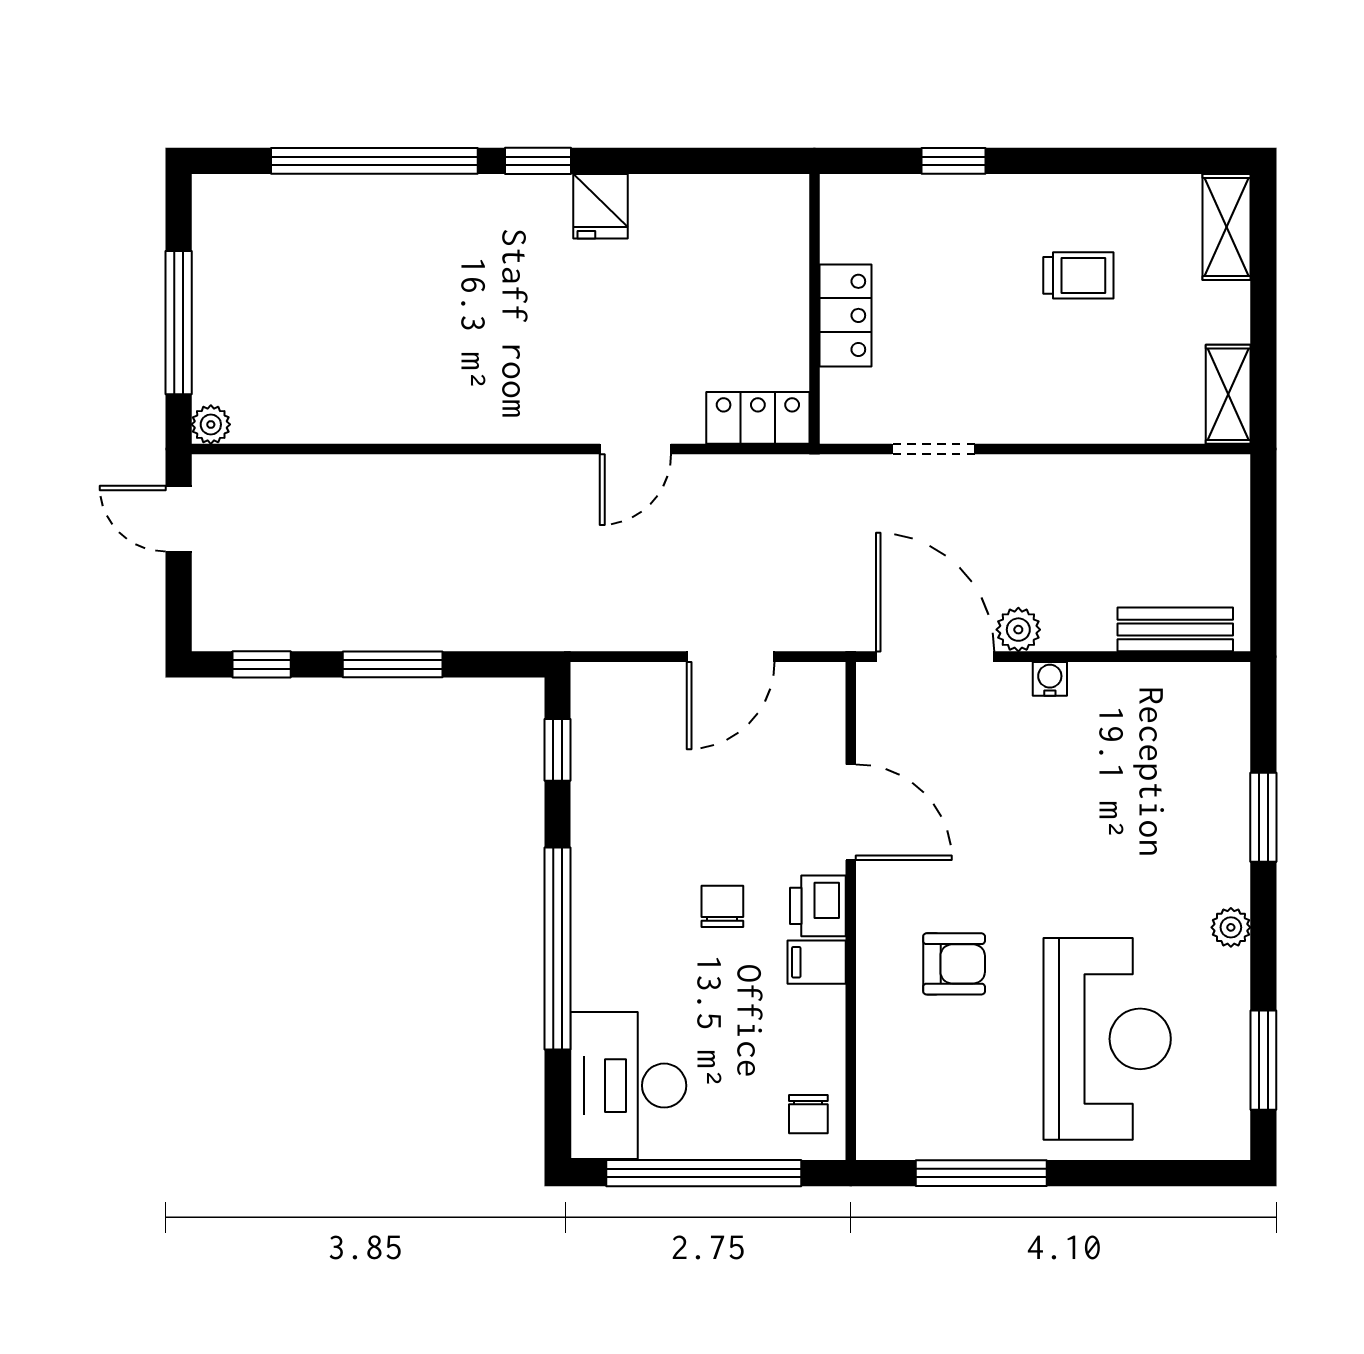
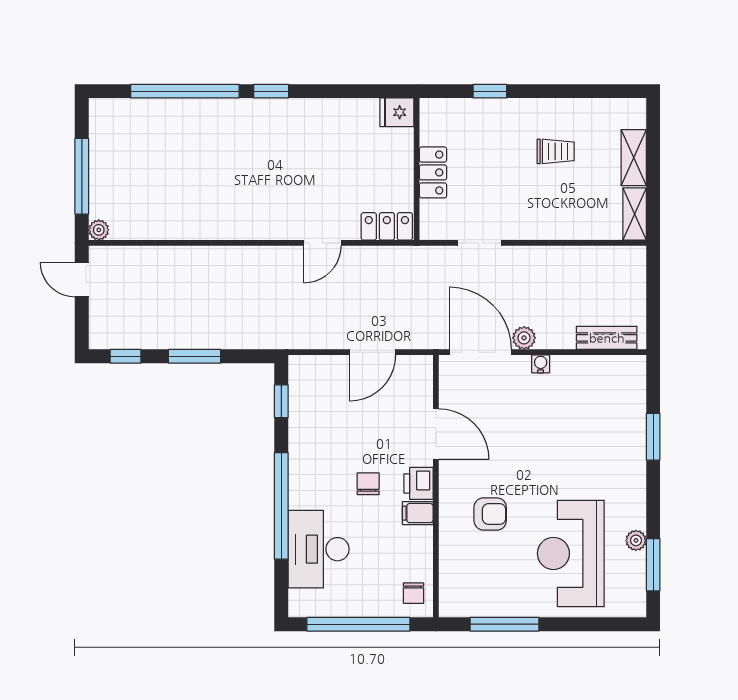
fridge: (600, 206) -> (397, 112), moved, turned 90
shelving: (1227, 227) -> (634, 158), moved
plant: (1231, 927) -> (636, 540), moved
reception desk: (1107, 1039) -> (571, 553), turned 180
desk: (628, 1086) -> (319, 549), moved

